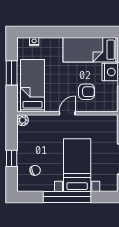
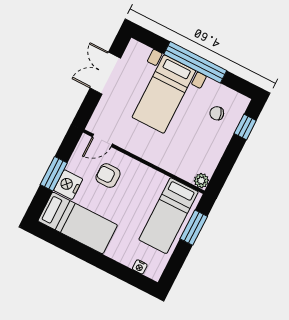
window: (12, 73) -> (194, 228), moved
door: (67, 113) -> (102, 140), moved
window: (12, 158) -> (245, 127), moved

